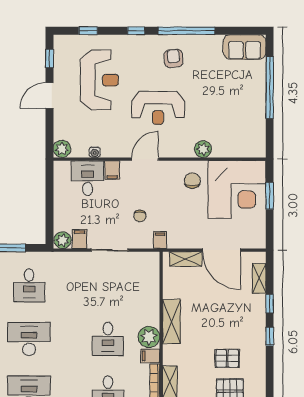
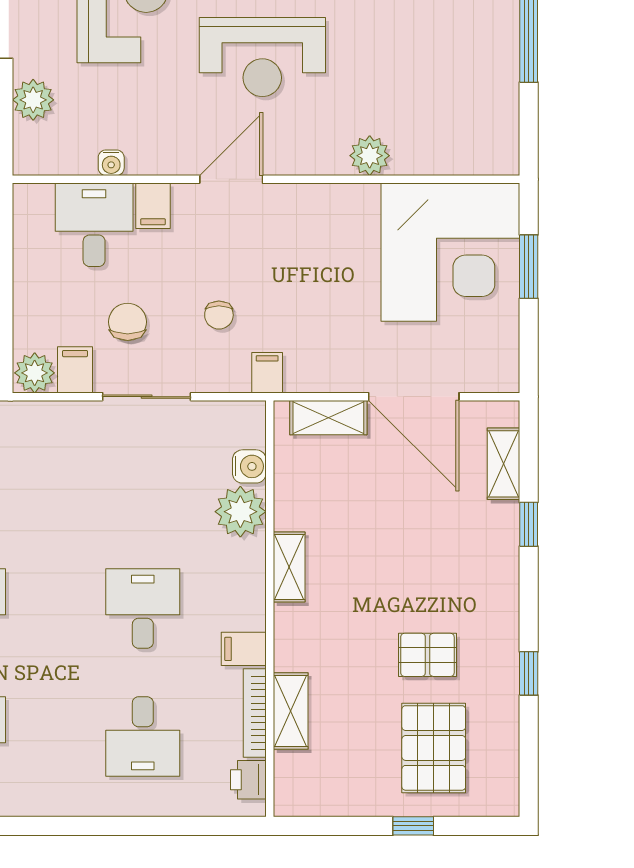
plant: (62, 149) -> (33, 100), moved
chair: (192, 181) -> (128, 322), moved
water cooler: (153, 279) -> (249, 466), added
shelving: (171, 322) -> (289, 567), width x0.67, depth x0.75
window: (270, 336) -> (529, 673), moved
plant: (149, 337) -> (240, 512), moved
desk: (108, 339) -> (143, 609), turned 180

